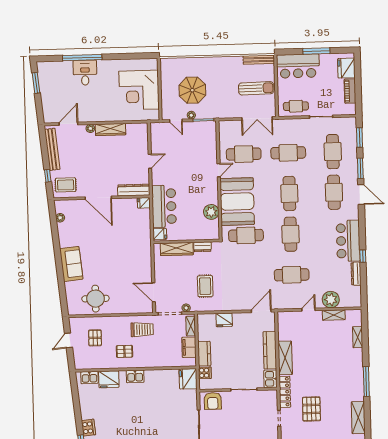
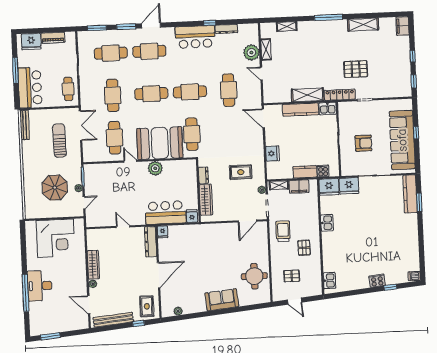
desk: (85, 73) -> (40, 286), width x1.37
sun lounger: (256, 88) -> (59, 141), moved
plant: (211, 212) -> (155, 168), moved
kitchen sink: (135, 376) -> (327, 223), moved
fridge: (109, 379) -> (349, 186), moved, turned 90
armchair: (213, 401) -> (363, 143), moved

